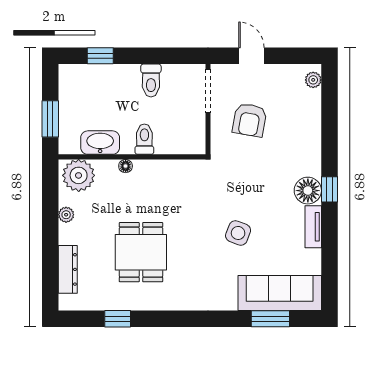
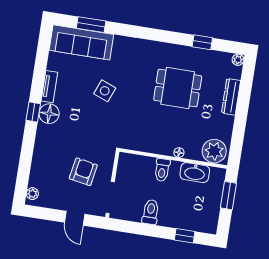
plant: (66, 215) -> (238, 60), moved
dining table: (141, 252) -> (178, 88), turned 90
dresser: (68, 269) -> (231, 97), moved

